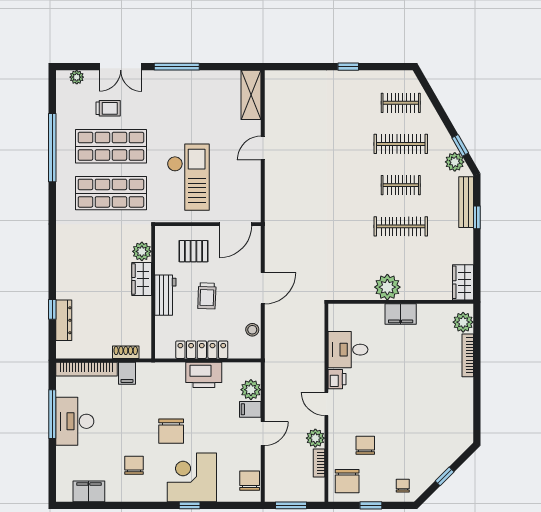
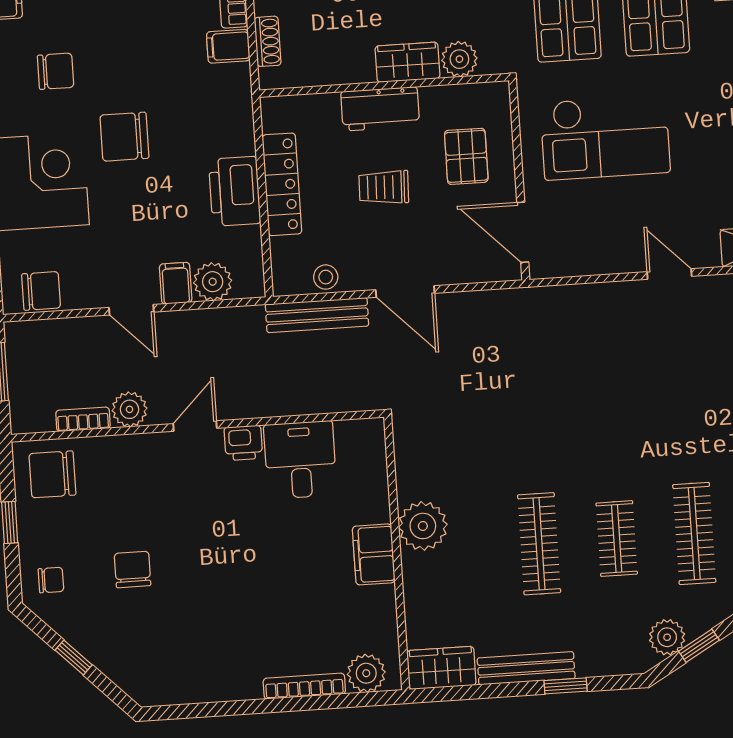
bench: (466, 202) -> (526, 668), moved
bench: (272, 336) -> (317, 315), added
chair: (365, 445) -> (133, 570), moved, turned -90

